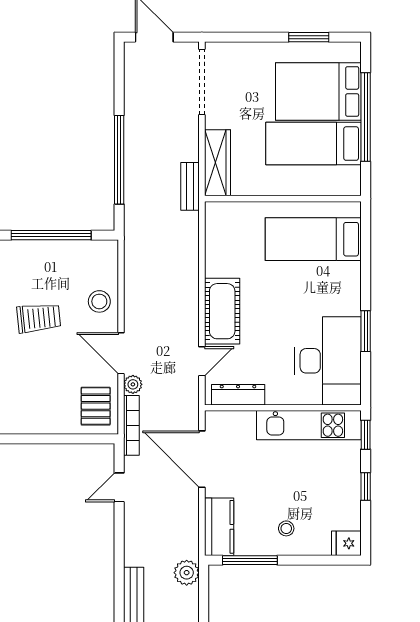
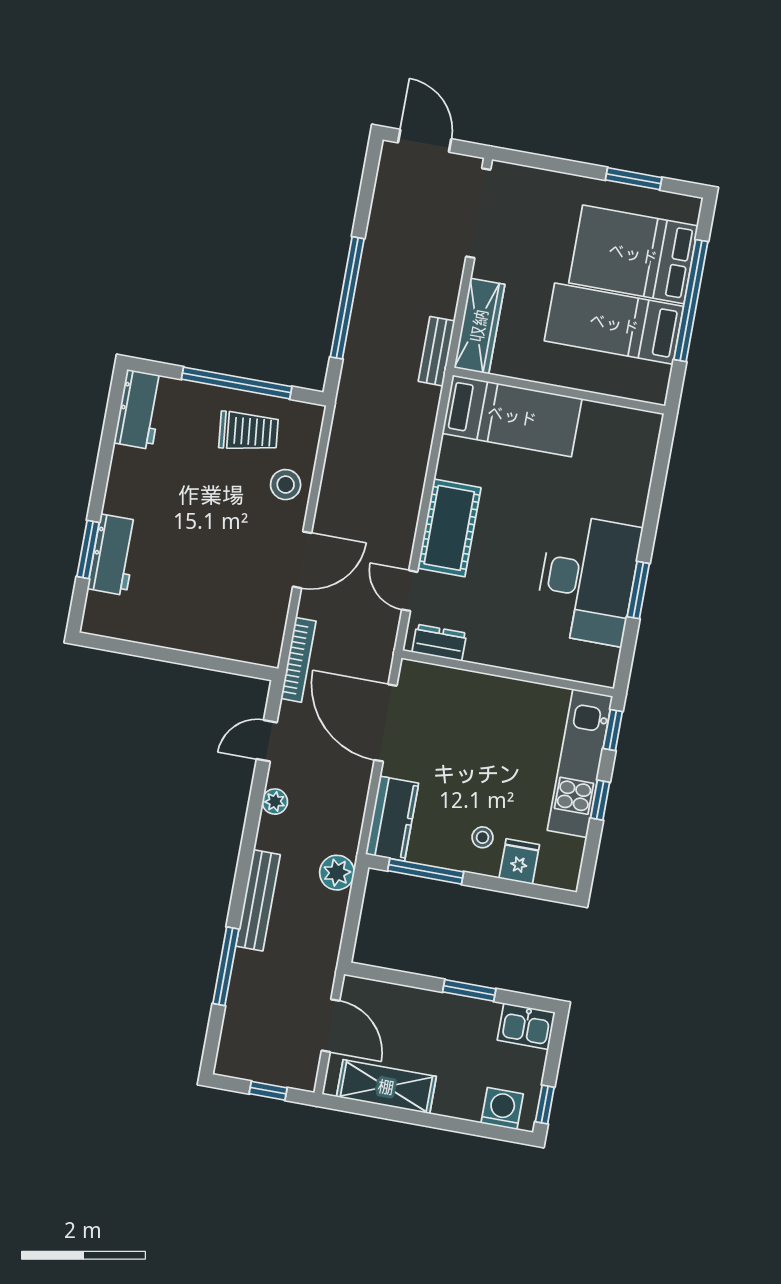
bed: (313, 239) -> (512, 416), moved, turned 180
trolley: (39, 318) -> (249, 431), moved
door: (121, 353) -> (302, 560), swing flipped
door: (202, 361) -> (410, 591), swing flipped
desk: (328, 361) -> (588, 580), moved
plant: (133, 384) -> (275, 802), moved
dresser: (238, 395) -> (439, 643), width x0.70
pallet: (96, 406) -> (255, 625), removed
kitchen unit: (309, 425) -> (580, 763), moved, turned 90
fridge: (346, 543) -> (519, 861), moved, turned 90

